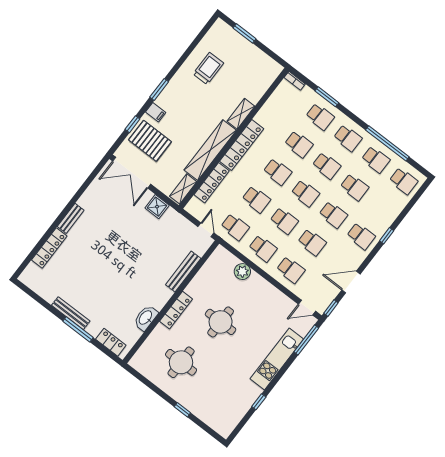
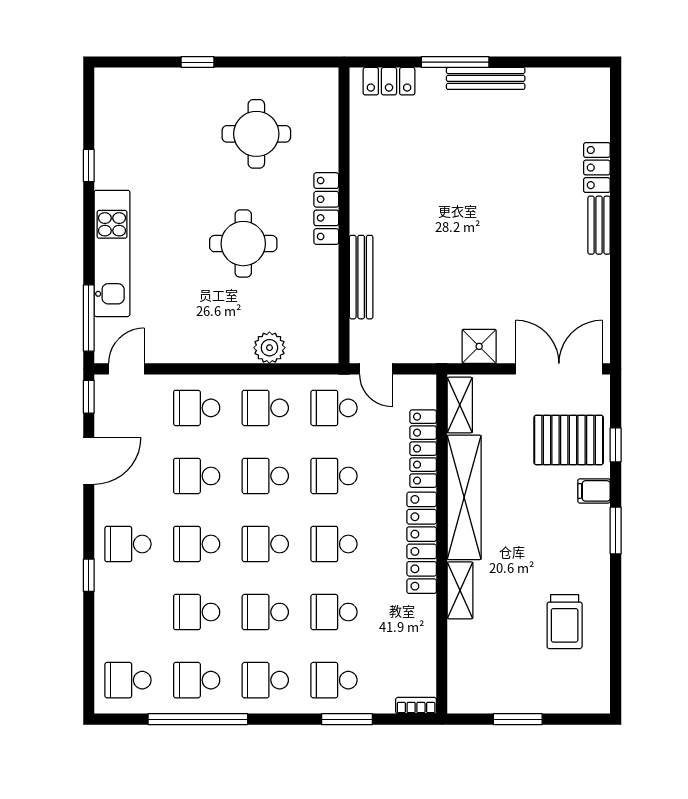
window: (244, 33) -> (518, 719), moved
locker: (49, 248) -> (597, 168), width x0.66
washbasin: (146, 318) -> (364, 161), removed

